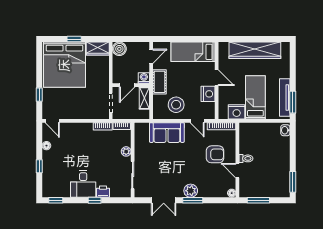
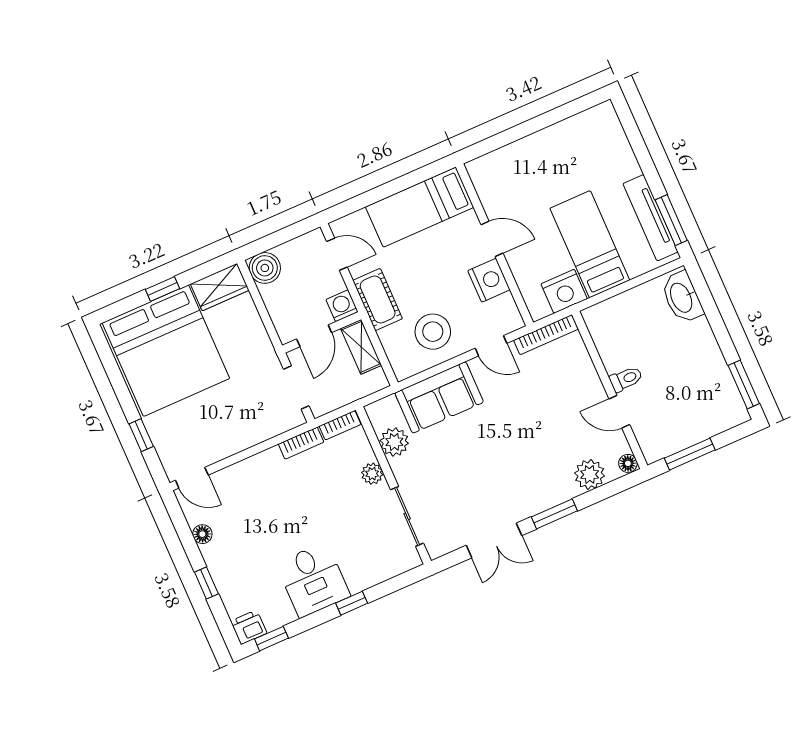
wardrobe: (255, 50) -> (546, 148), removed
door: (151, 56) -> (337, 254), hinge flipped
washbasin: (285, 130) -> (682, 297), width x1.91, depth x1.45
plant: (141, 143) -> (394, 442), added
armchair: (215, 154) -> (558, 399), removed
plant: (191, 191) -> (590, 474), moved
printer: (103, 192) -> (249, 627), moved

